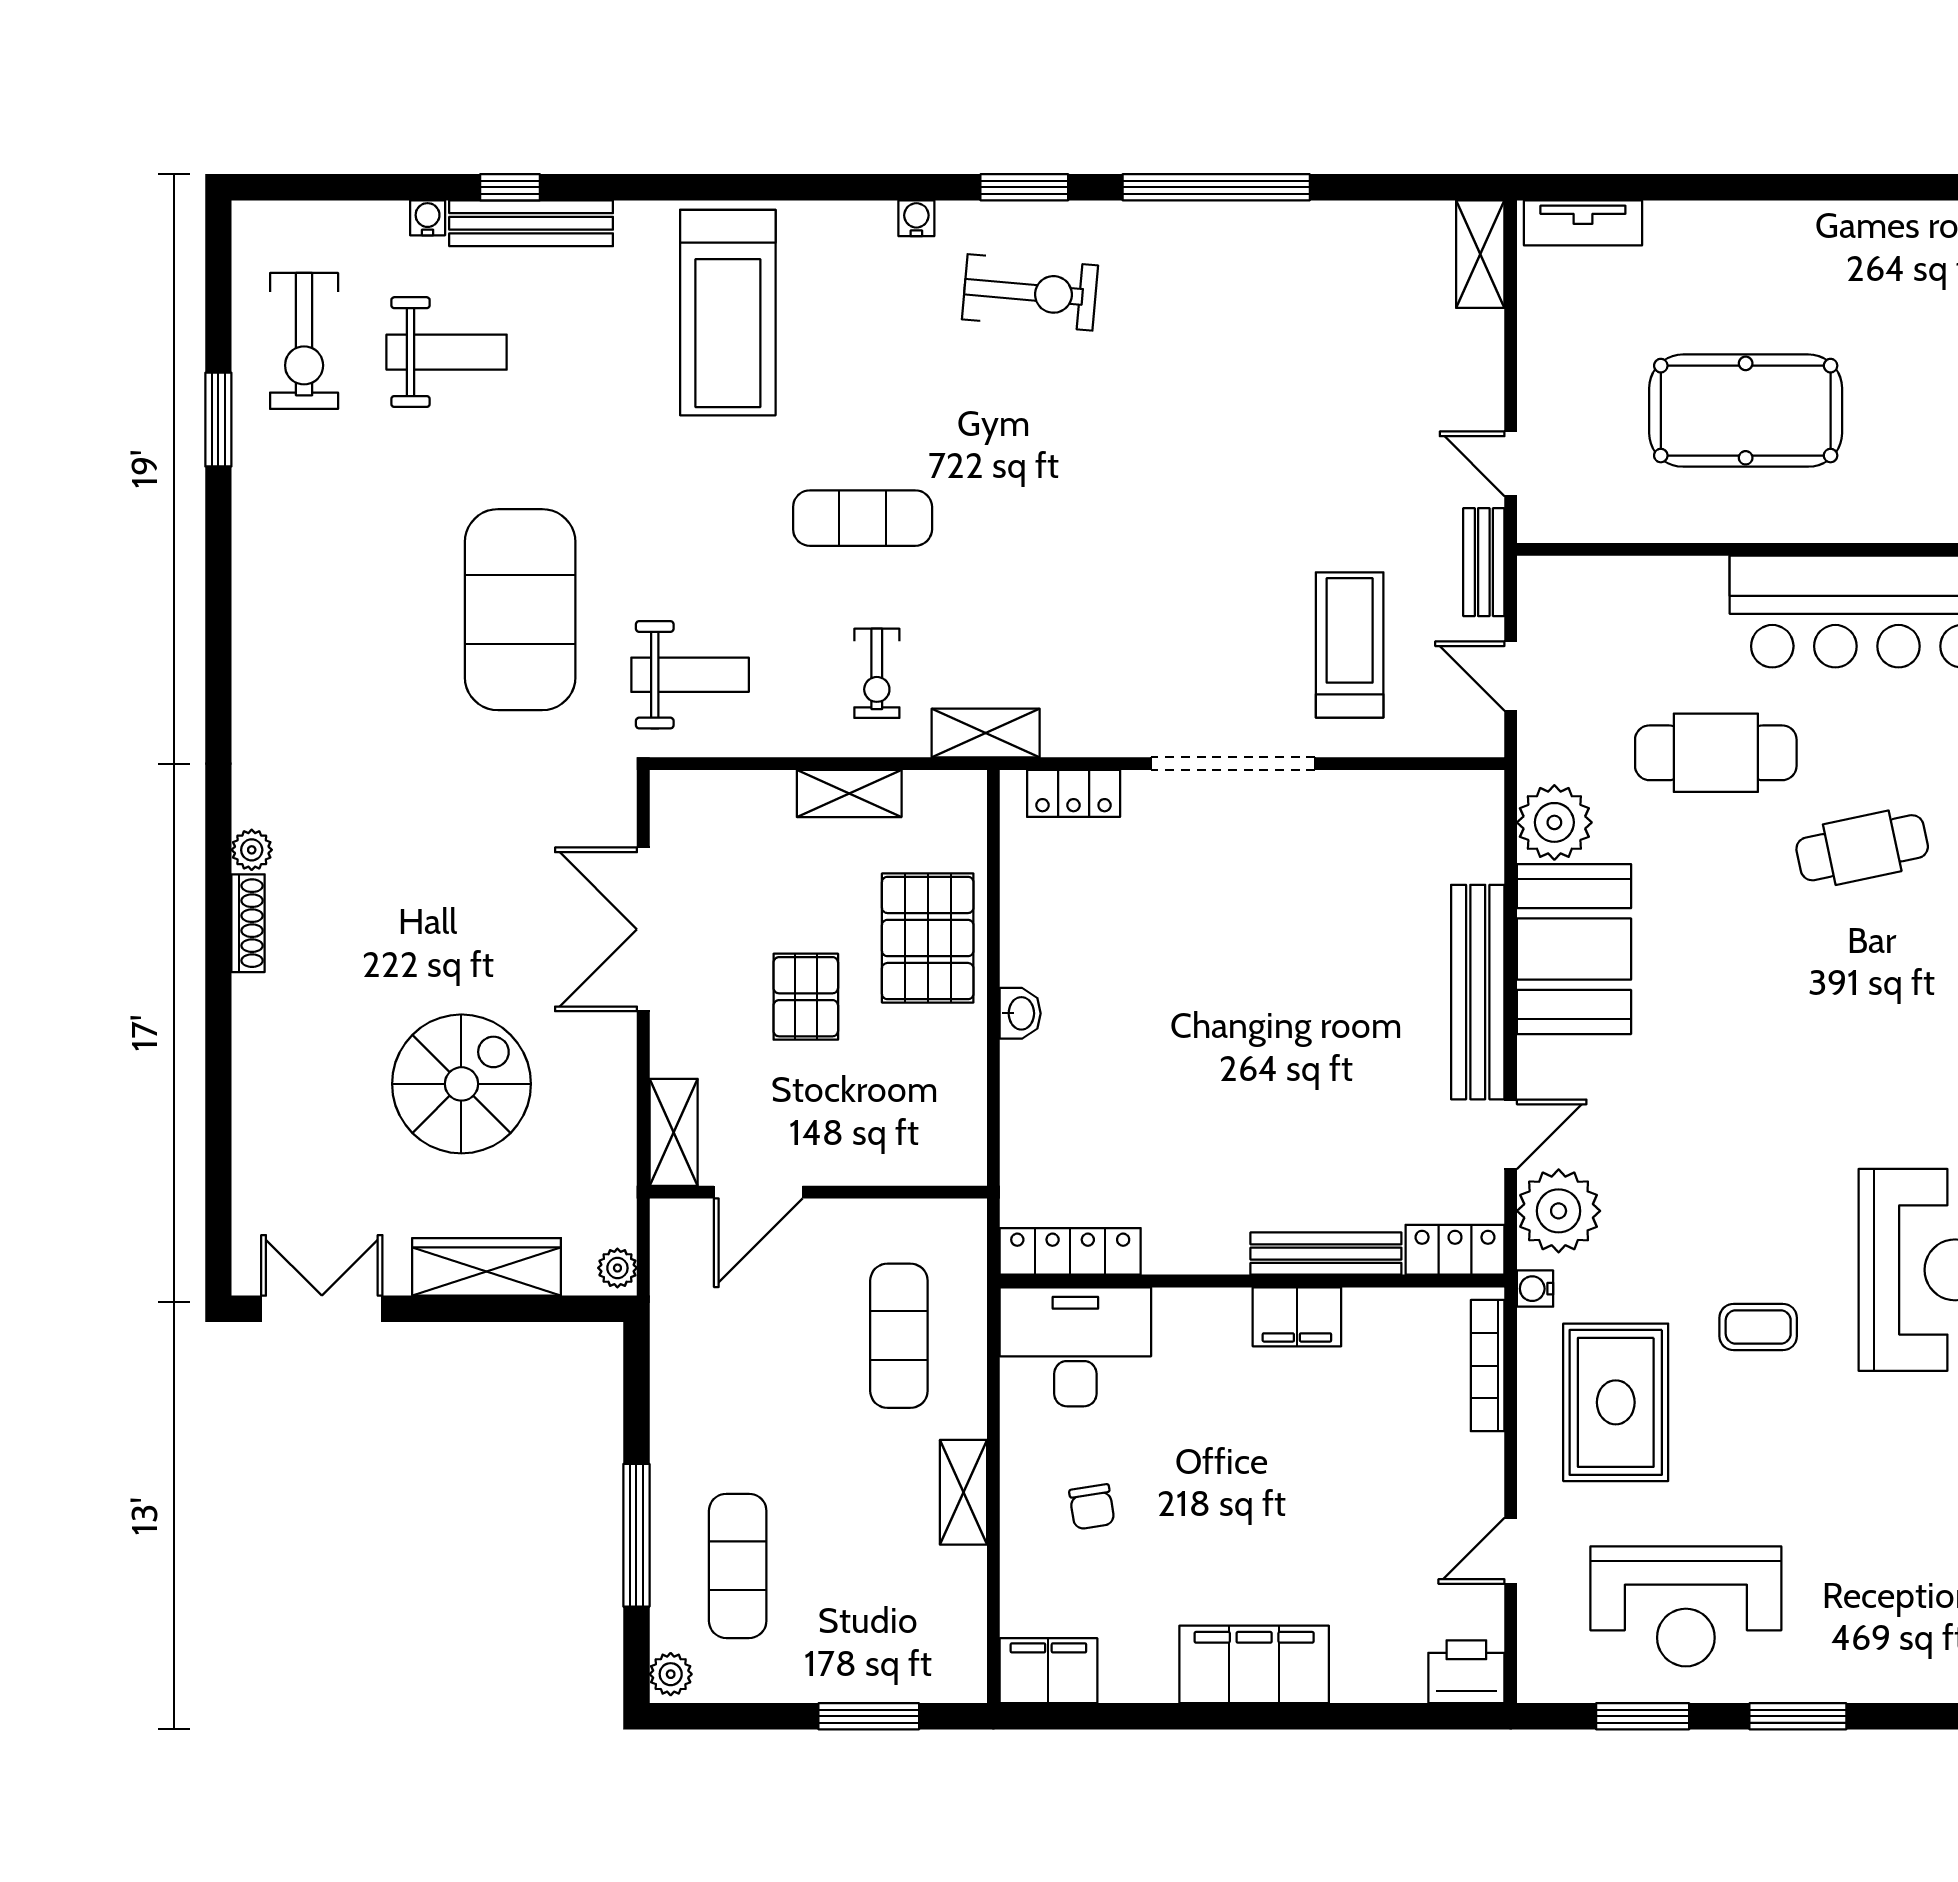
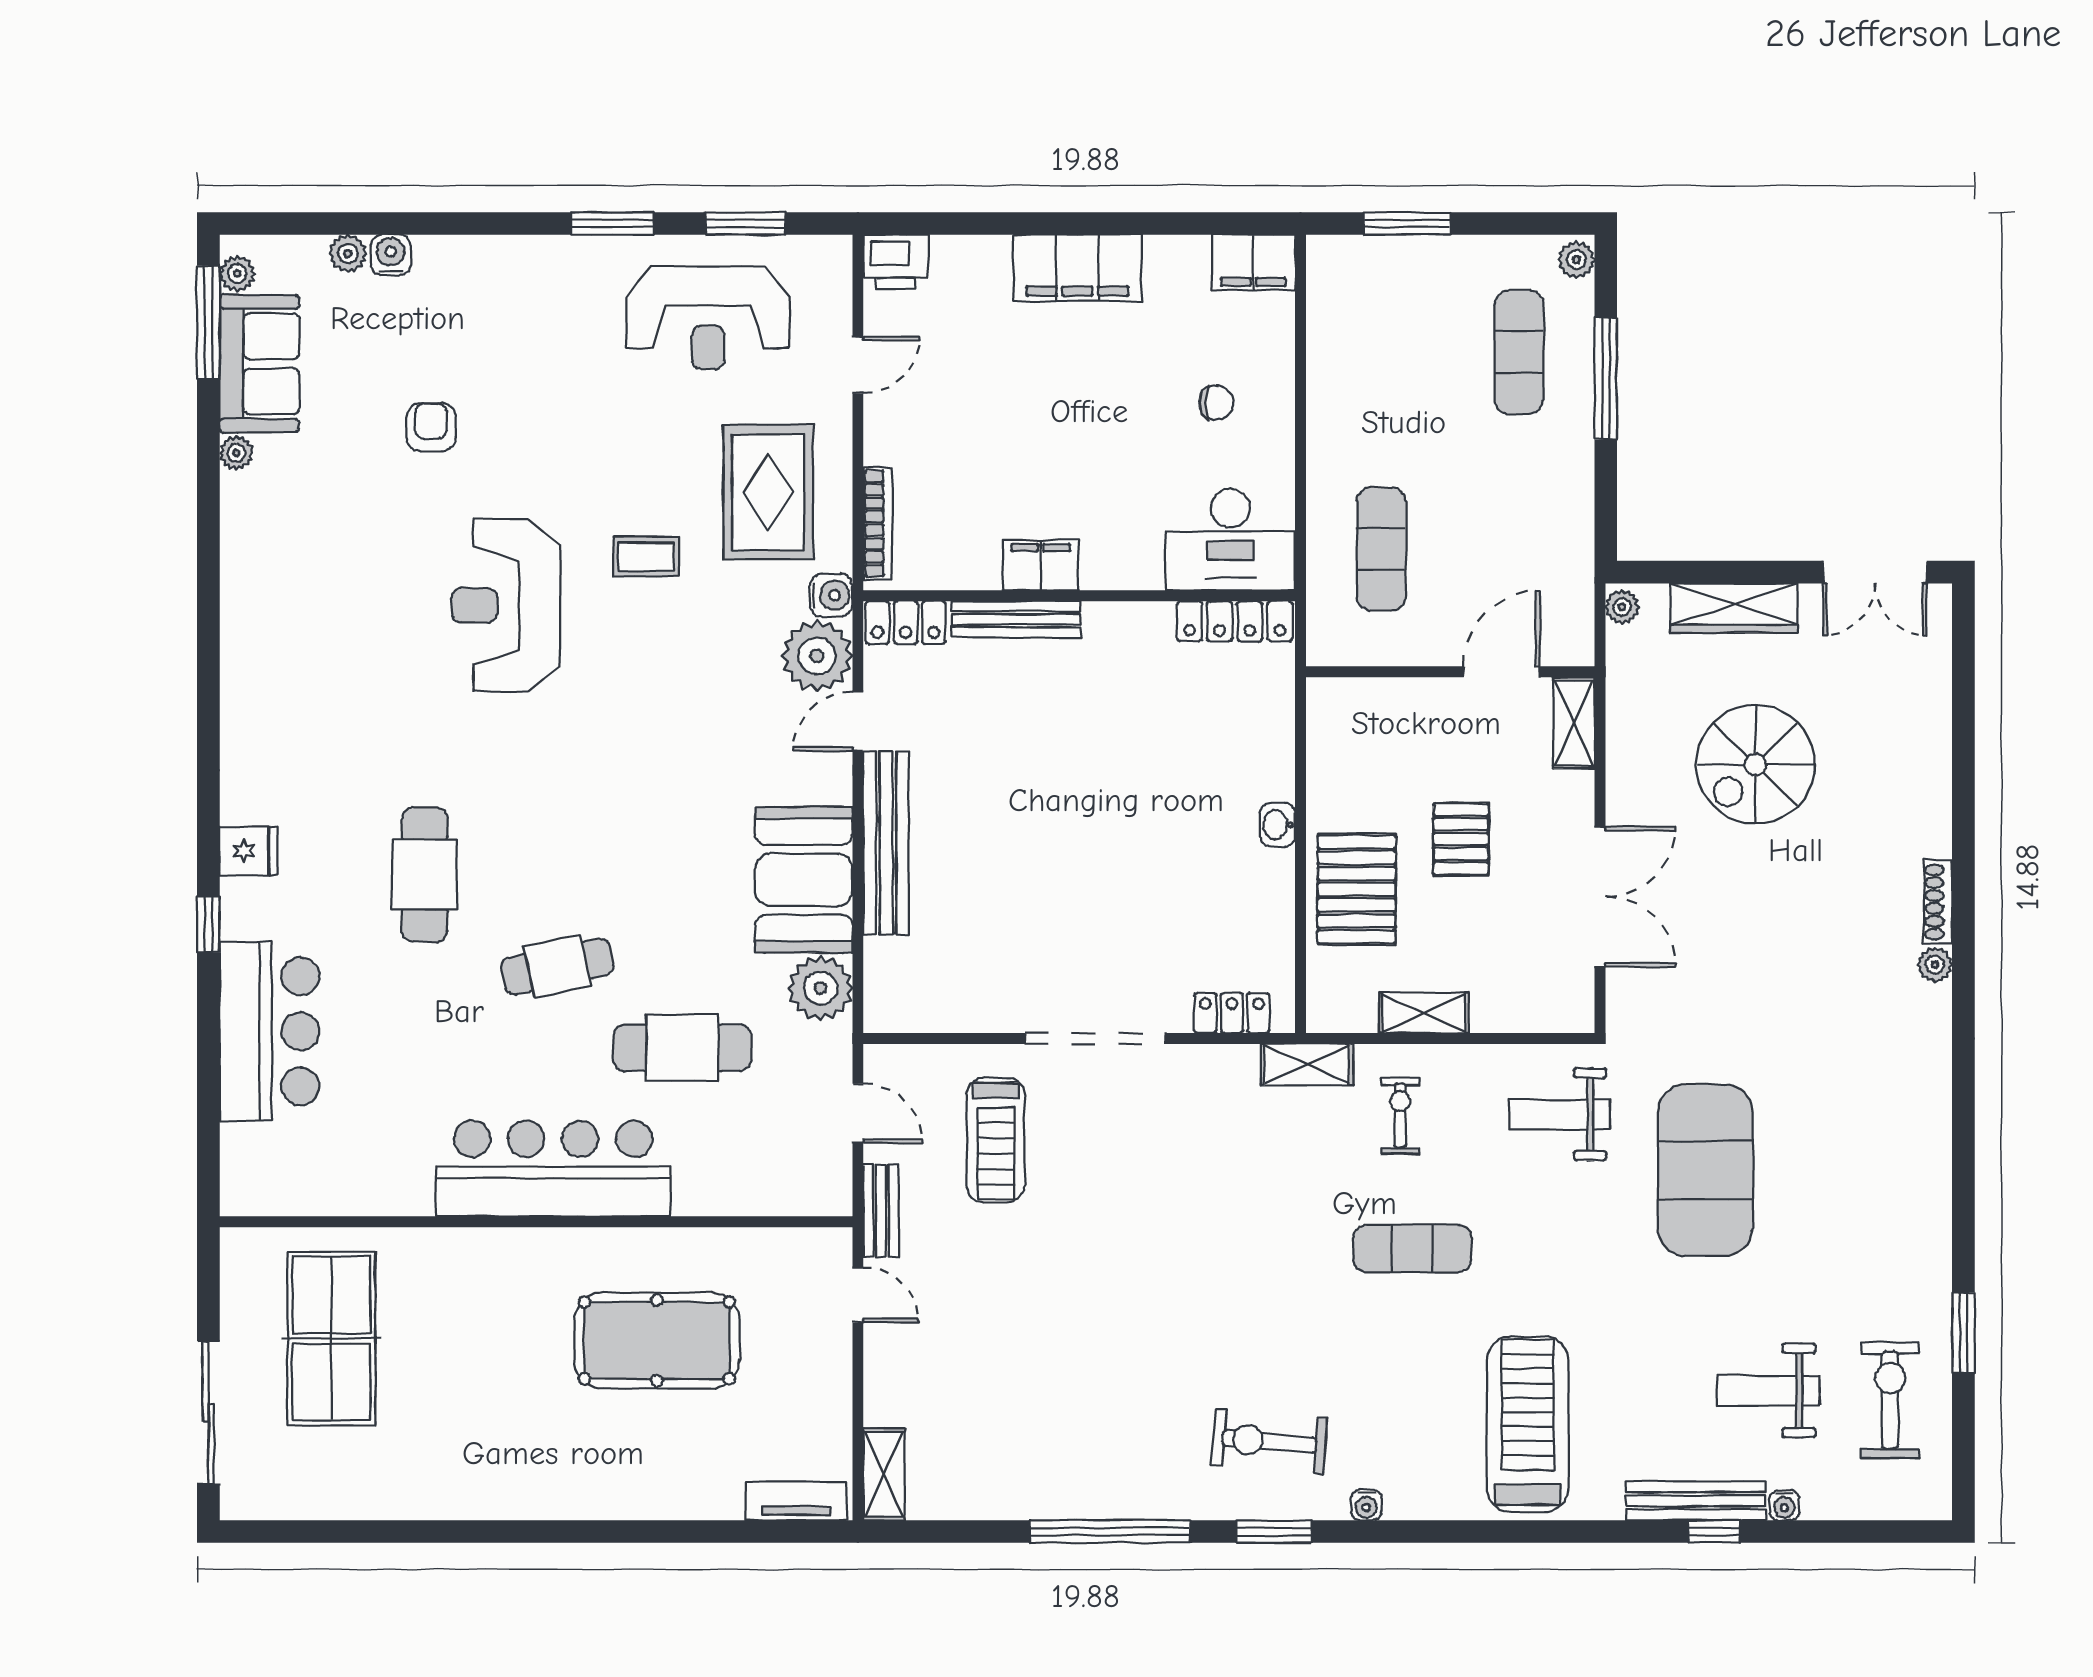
water cooler: (1535, 1289) -> (831, 595), width x1.38, depth x1.38
shelving: (964, 1492) -> (1326, 415), removed
chair: (1092, 1507) -> (1216, 403), turned 99
reception desk: (1686, 1606) -> (708, 318), turned 180

